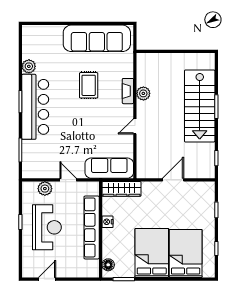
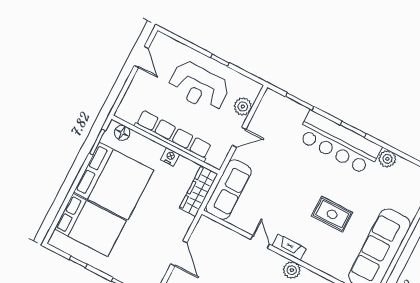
fireplace: (128, 91) -> (289, 247), moved
bed: (152, 253) -> (114, 181), width x1.36

